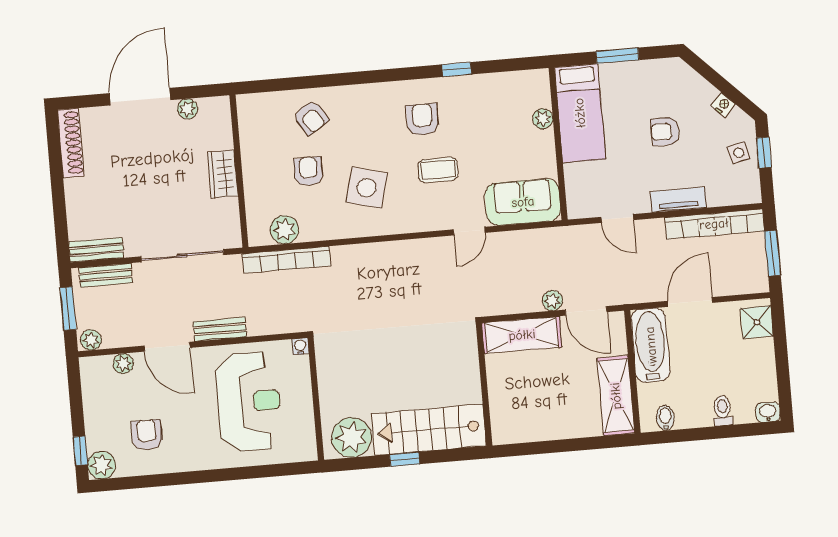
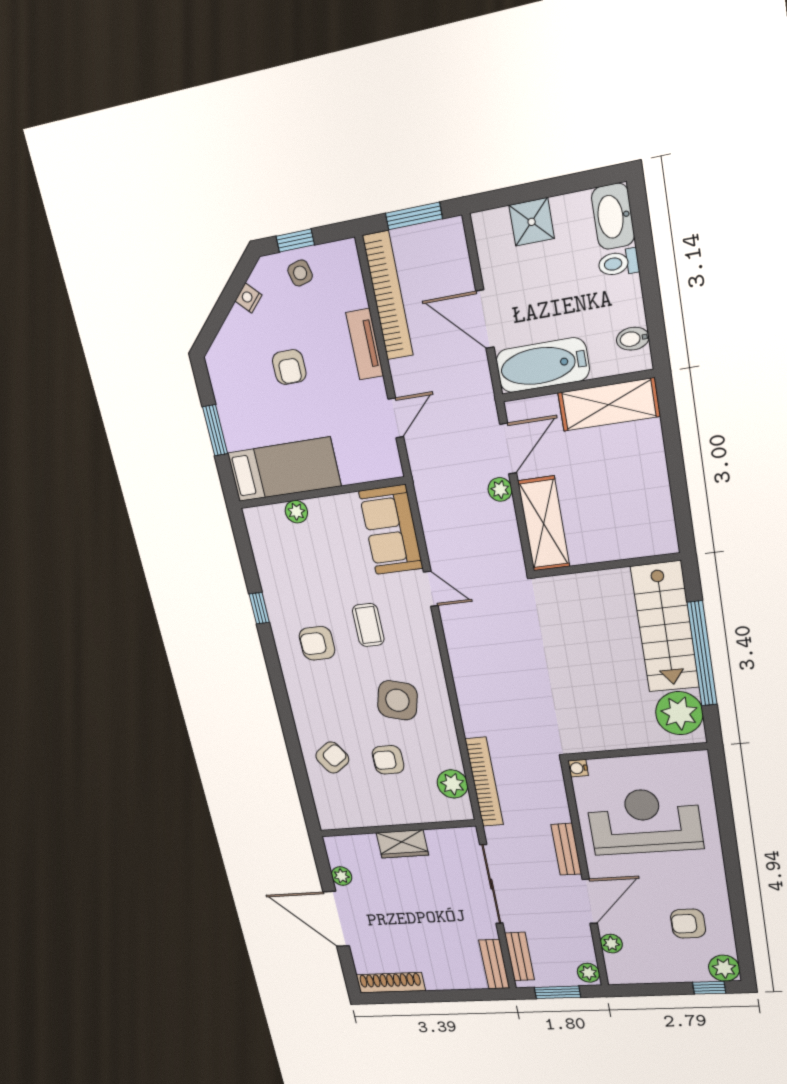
shower: (757, 322) -> (532, 222), moved
washbasin: (768, 412) -> (613, 216), width x1.91, depth x1.45
window: (405, 459) -> (702, 654), width x3.17

